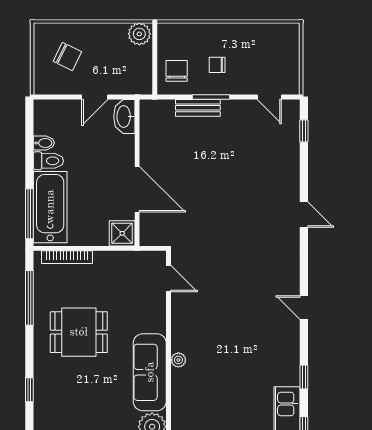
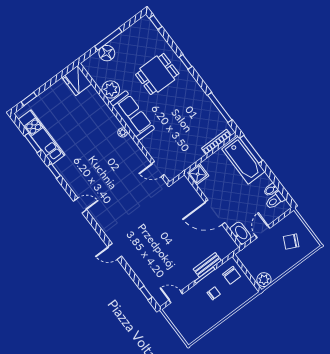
toilet: (48, 161) -> (275, 200), moved
door: (137, 189) -> (215, 212), moved
dining table: (79, 332) -> (157, 74), moved

